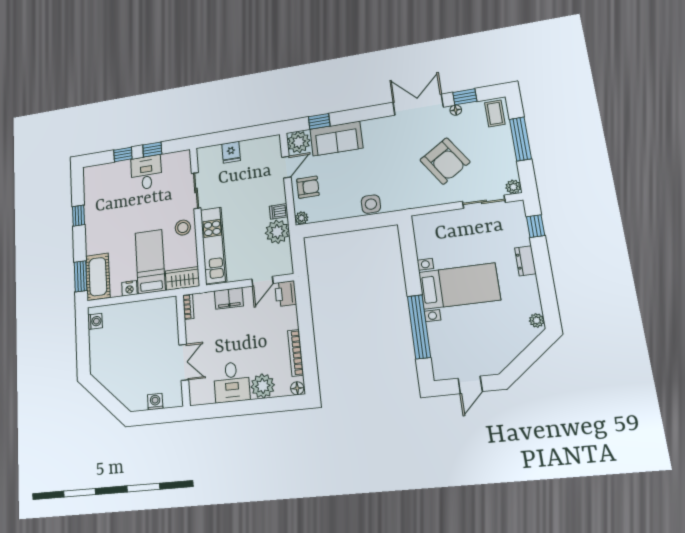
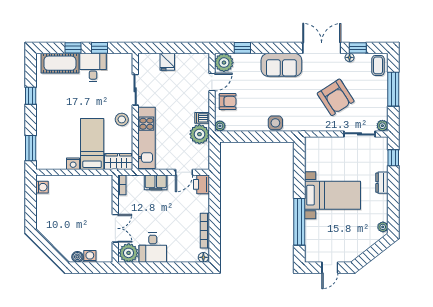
sofa: (336, 139) -> (281, 65), moved
cot: (98, 277) -> (60, 63), moved, turned 90
plant: (263, 386) -> (129, 253), moved
boiler: (140, 404) -> (77, 257), added

